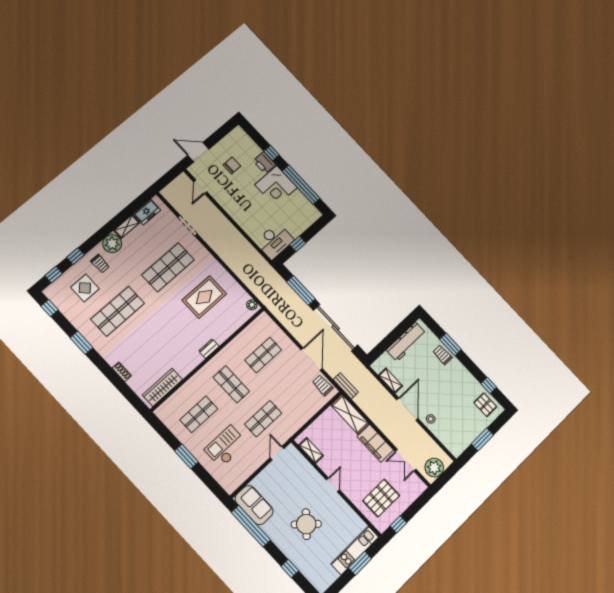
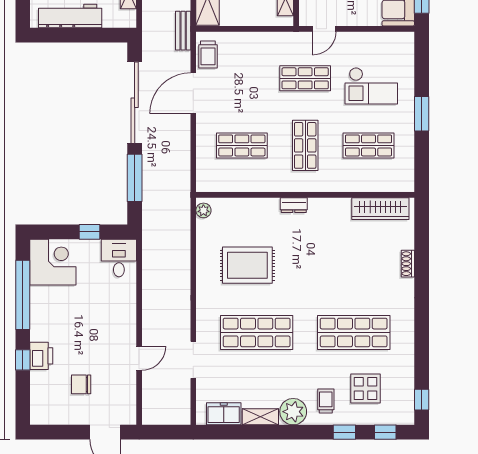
corner desk: (276, 186) -> (53, 262), moved
door: (200, 187) -> (139, 358), moved
desk: (275, 241) -> (119, 258), width x0.73
window: (81, 343) -> (422, 333), removed

